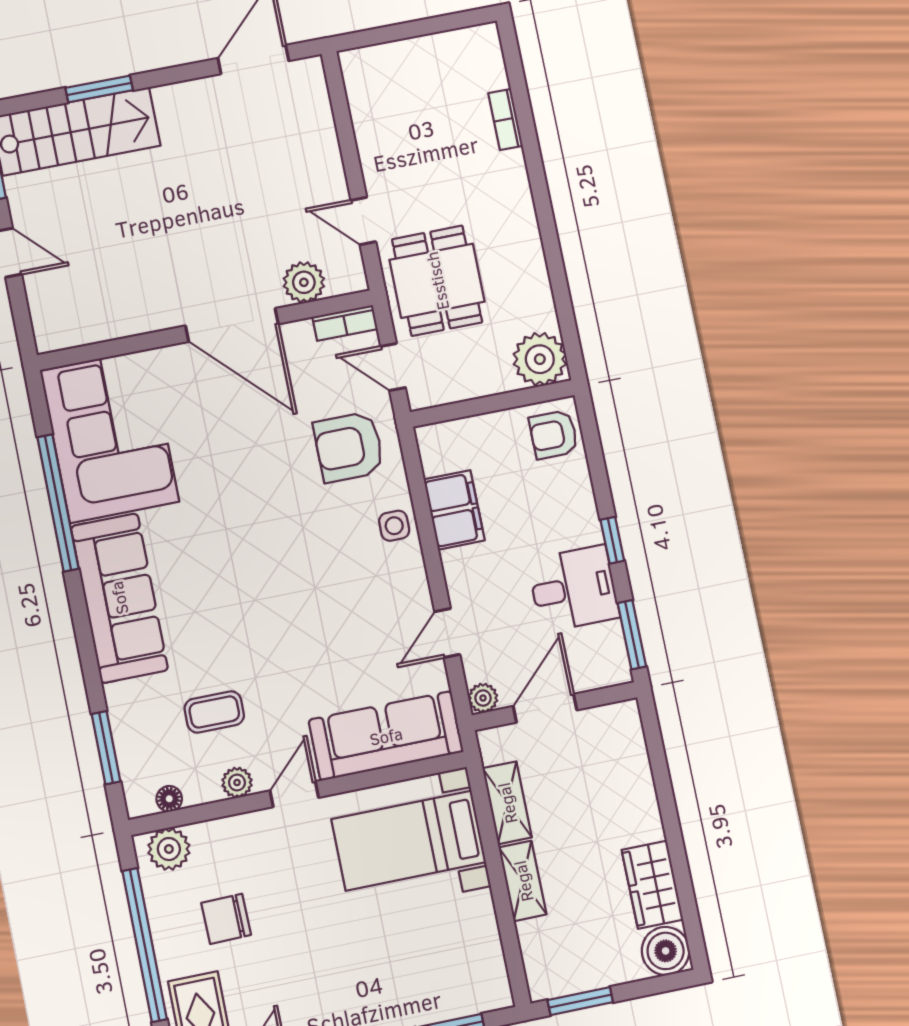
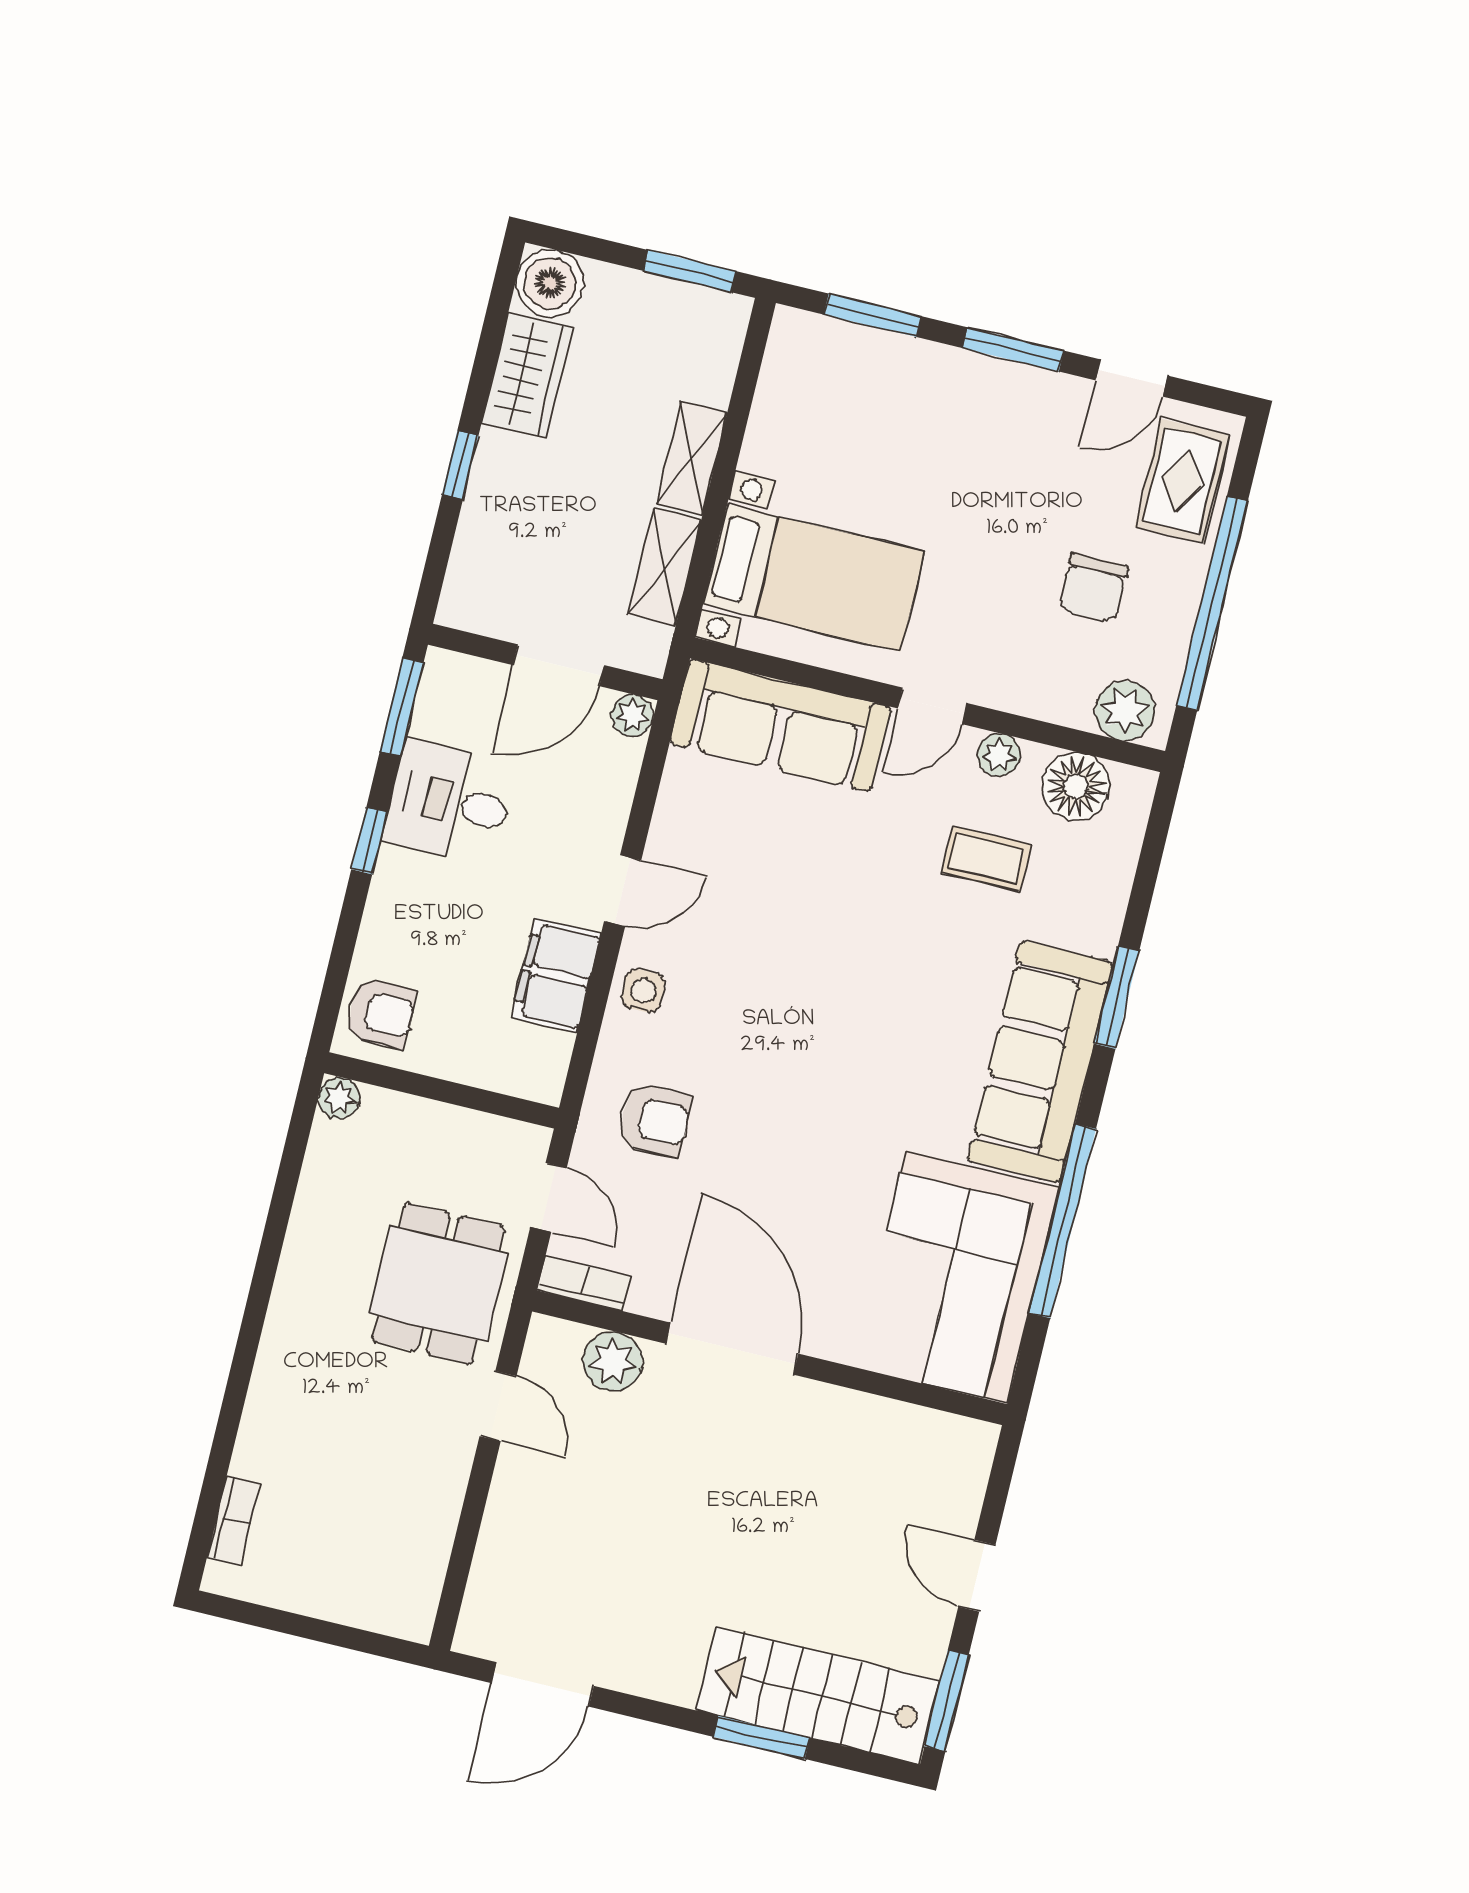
bookcase: (506, 119) -> (233, 1520), moved
plant: (540, 359) -> (339, 1098), width x0.53, depth x0.53
armchair: (349, 447) -> (654, 1120), width x0.72, depth x0.72
door: (447, 633) -> (623, 891), moved
window: (106, 748) -> (1117, 997), moved
floor lamp: (169, 799) -> (1076, 786), width x1.89, depth x1.89
window: (668, 807) -> (460, 465), added
chair: (226, 919) -> (1093, 588), turned 91

